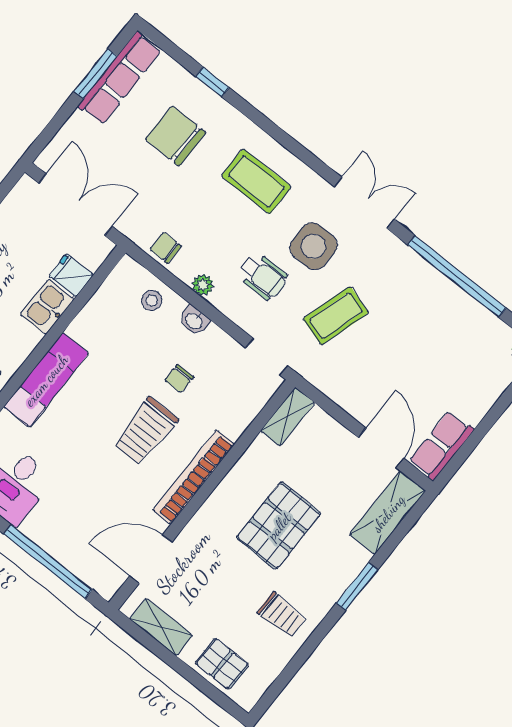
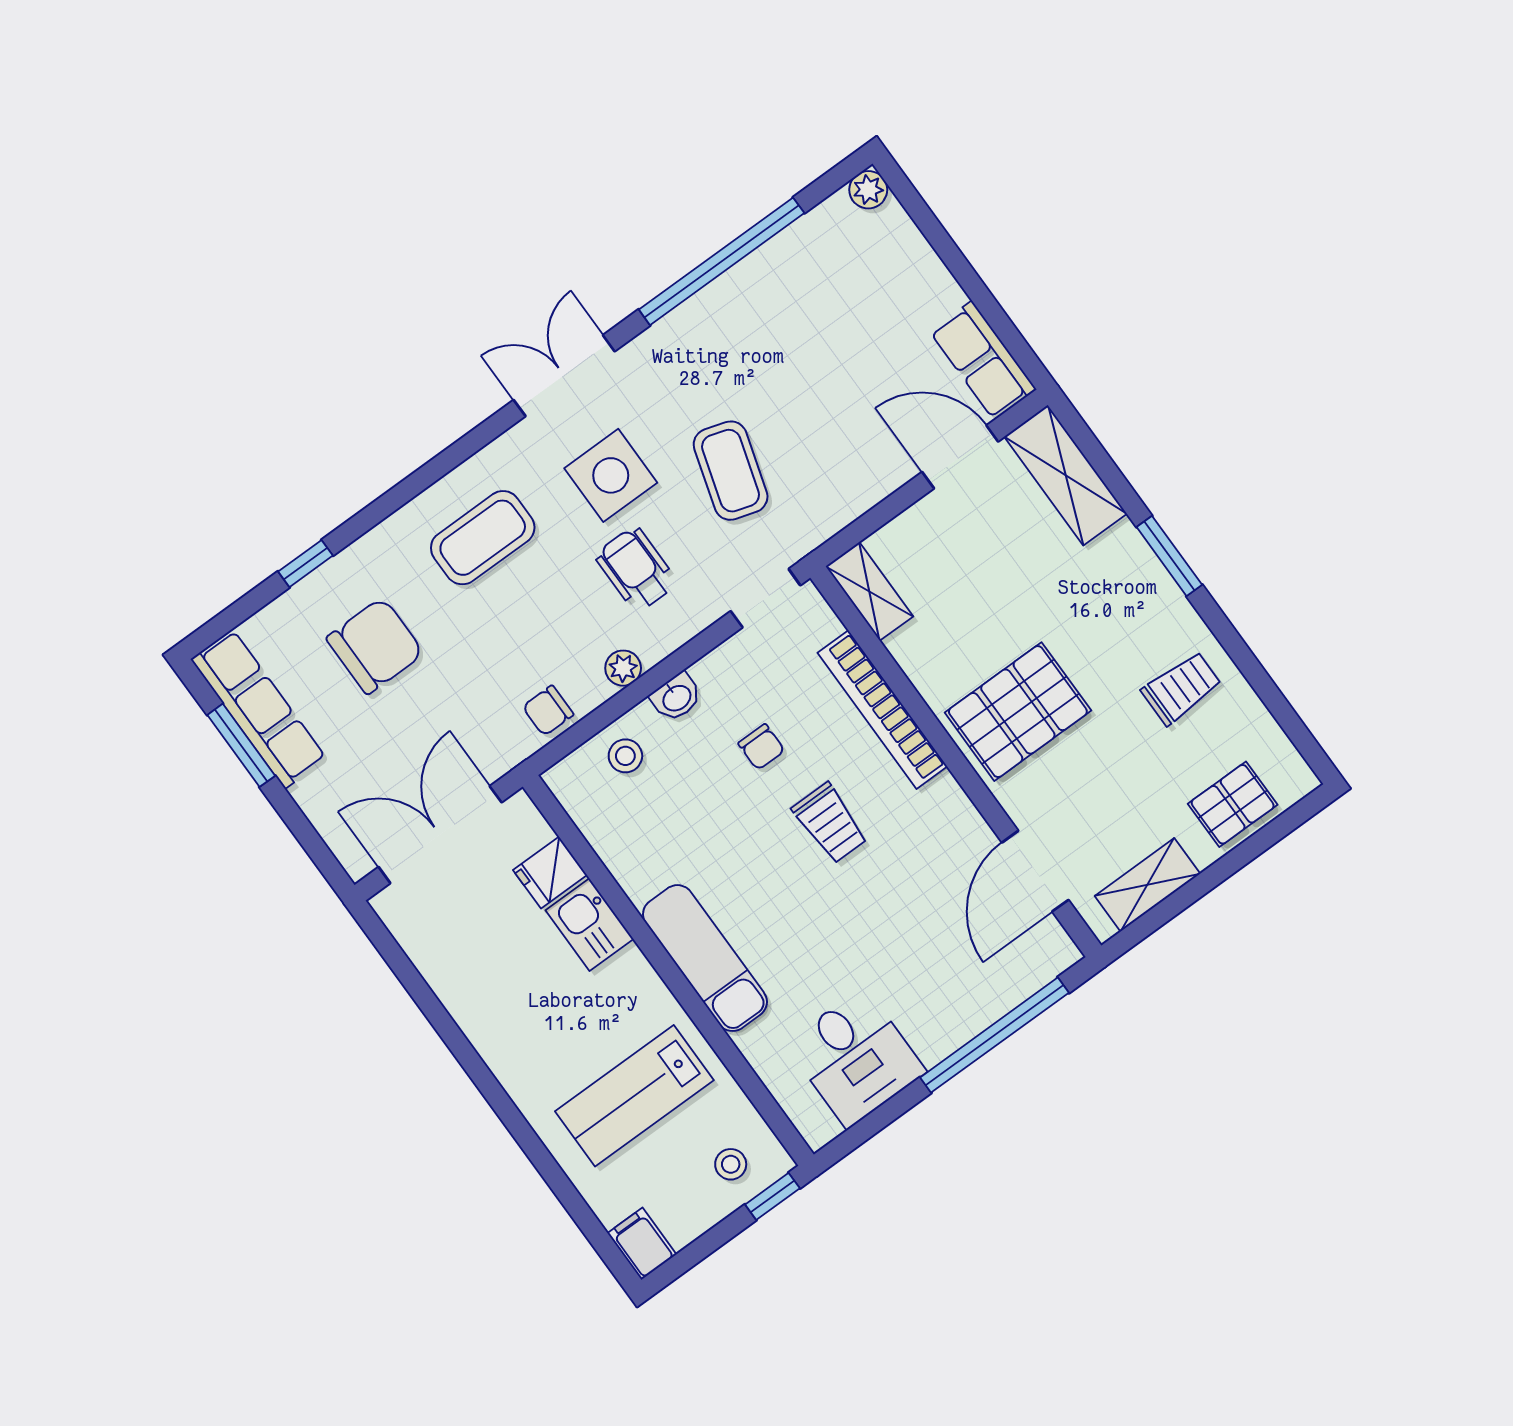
chair: (176, 136) -> (375, 646), turned 180
wheelchair: (263, 276) -> (636, 569), turned -90
trolley: (146, 431) -> (830, 823), width x0.73, depth x0.72
bookcase: (194, 477) -> (882, 710), moved
pallet: (279, 526) -> (1018, 712), moved, turned 90

